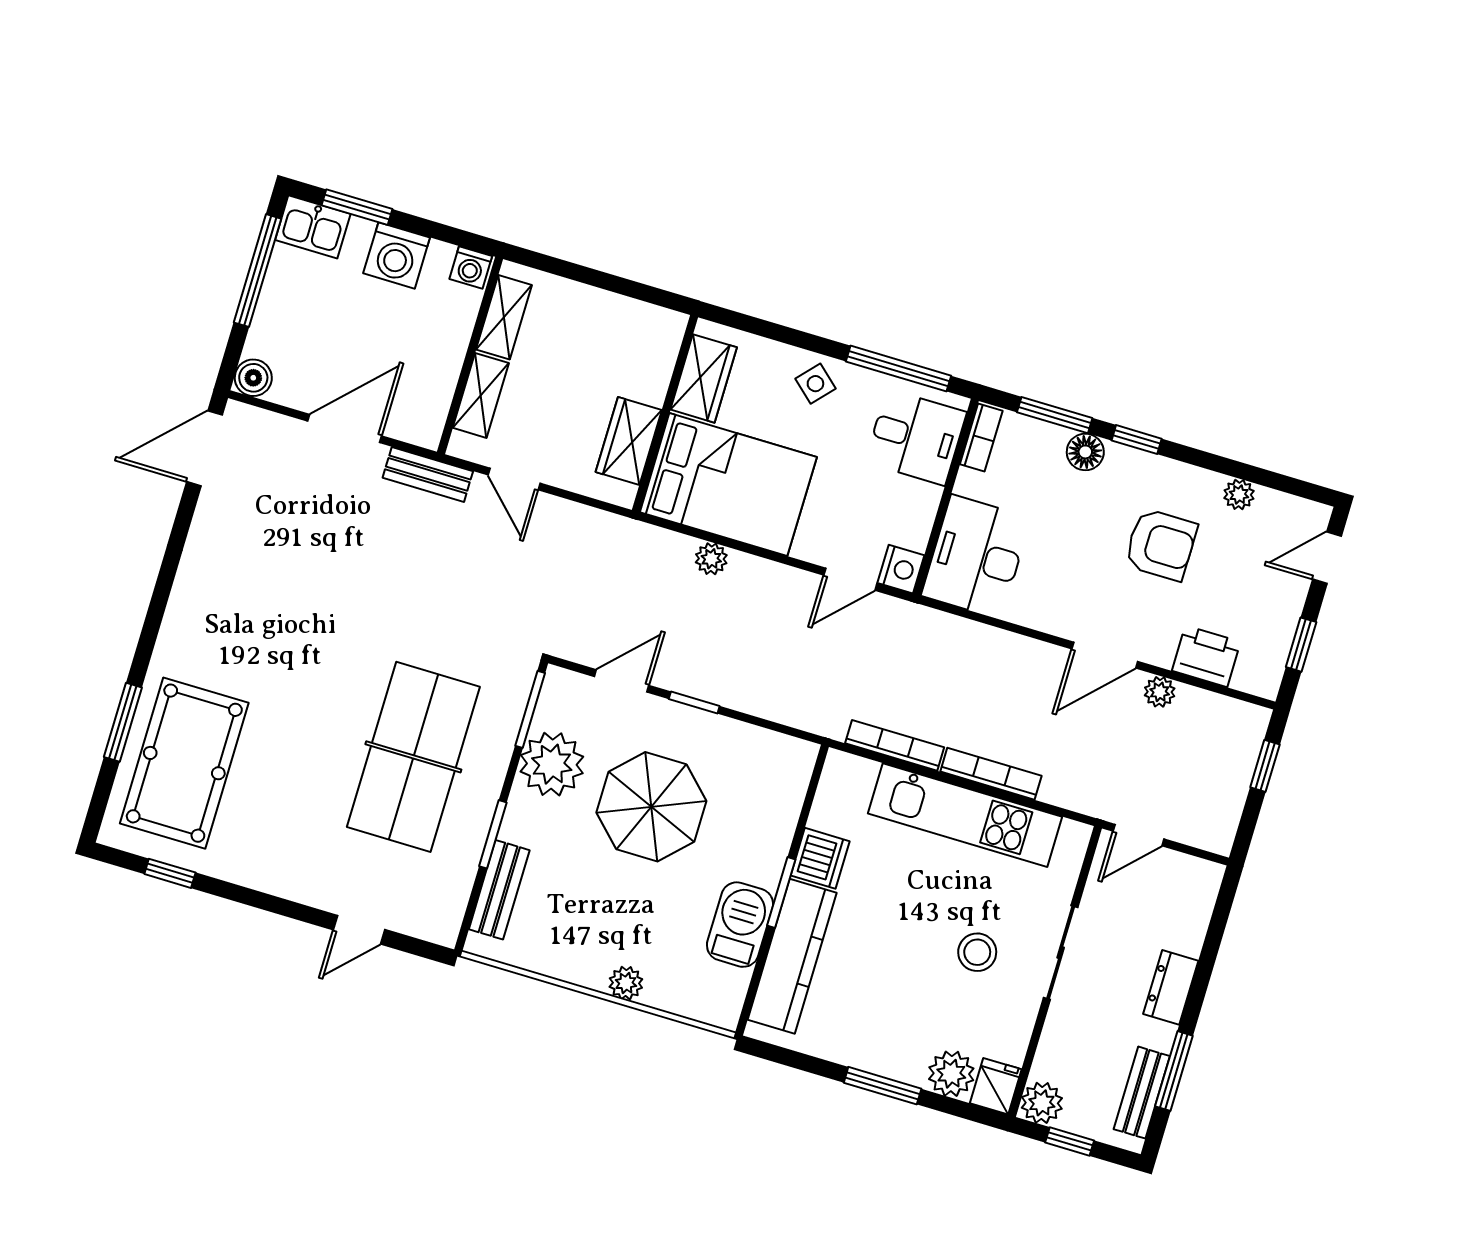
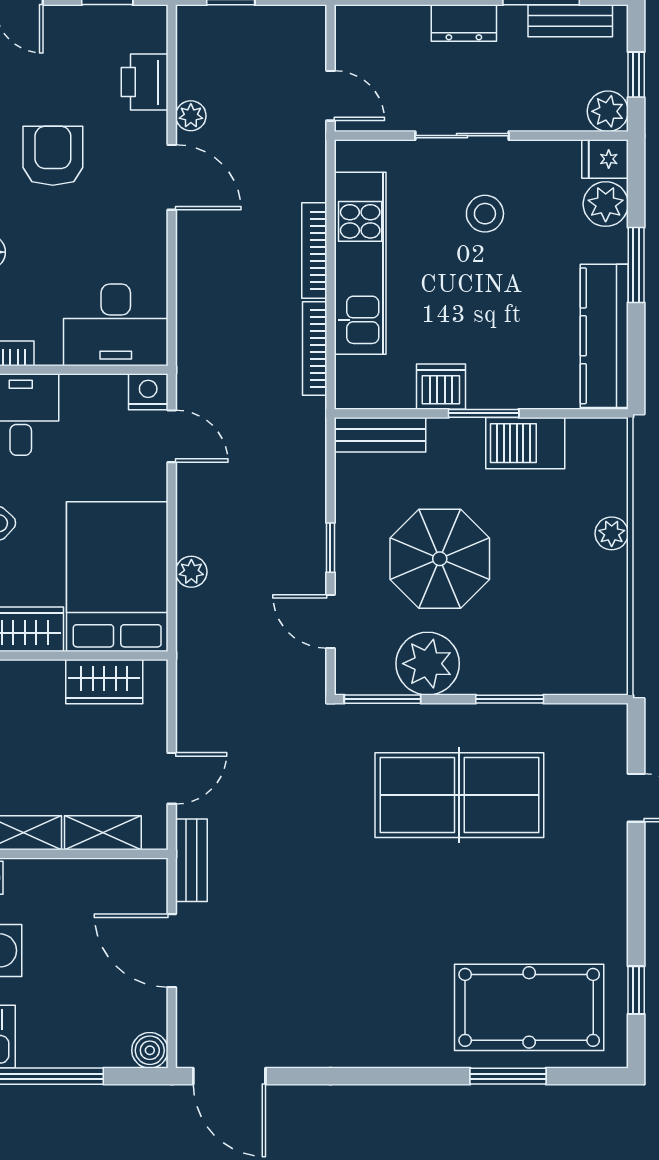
bench: (499, 890) -> (380, 435), moved
kitchen counter: (792, 956) -> (604, 336), moved, turned -90

